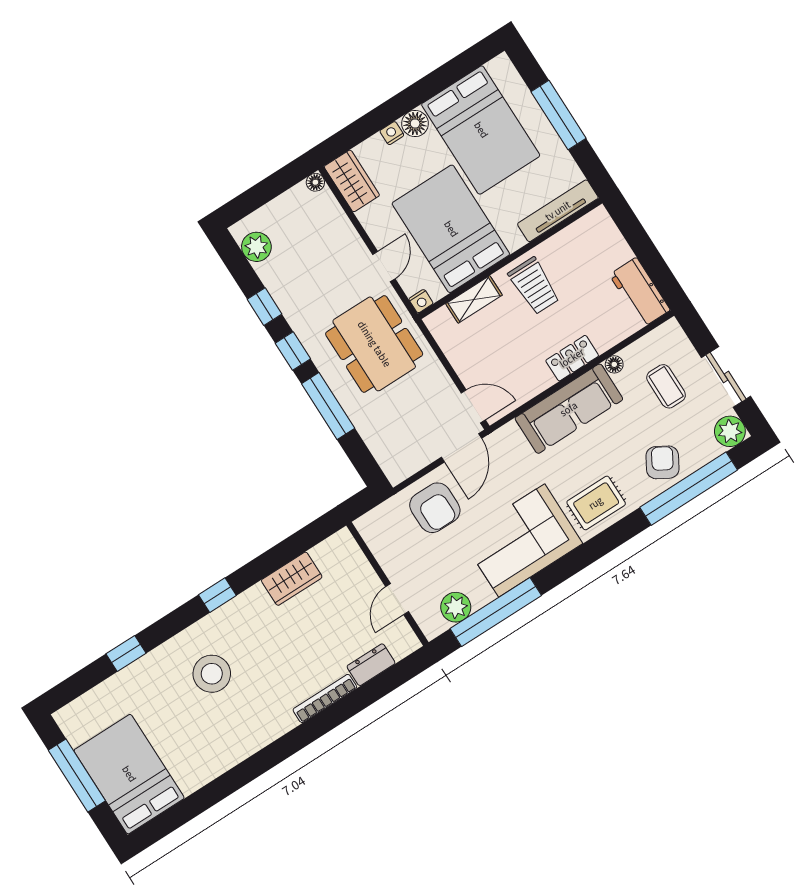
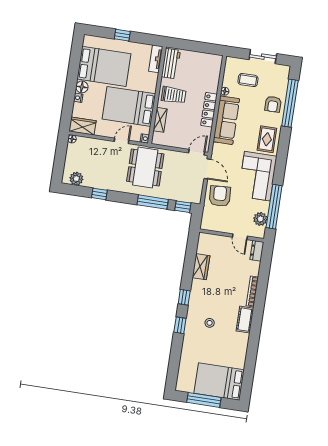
window: (558, 115) -> (122, 35), width x0.46
tv unit: (558, 211) -> (156, 59), width x0.71
door: (384, 267) -> (122, 141), hinge flipped
workbench: (640, 292) -> (171, 64), moved, turned -90
dining table: (374, 344) -> (145, 168), turned 90
window: (293, 351) -> (183, 207), moved
locker: (572, 358) -> (209, 110), width x1.53
plant: (730, 431) -> (283, 72), removed
armchair: (662, 462) -> (273, 104), turned -120
armchair: (435, 508) -> (220, 196), turned -94
window: (126, 654) -> (180, 325), moved
dresser: (371, 665) -> (257, 251), moved
stool: (212, 674) -> (210, 323), width x0.53, depth x0.53
cot: (268, 727) -> (245, 320), added

